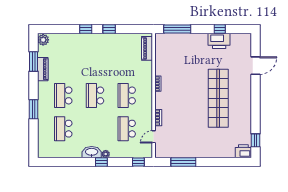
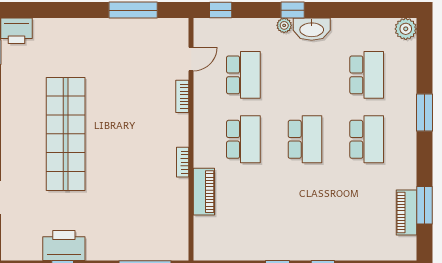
plant: (43, 40) -> (406, 29), moved
piano: (147, 48) -> (204, 192), moved
piano: (43, 69) -> (407, 212), moved

